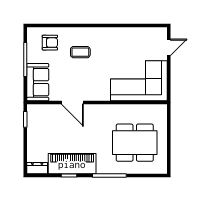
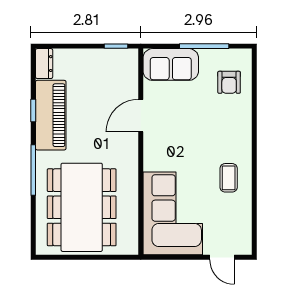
coffee table: (80, 52) -> (229, 178), moved
dining table: (135, 143) -> (82, 207), width x1.36, depth x1.24

